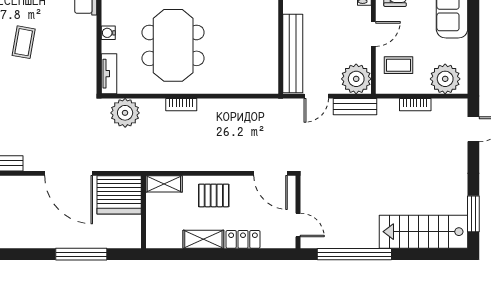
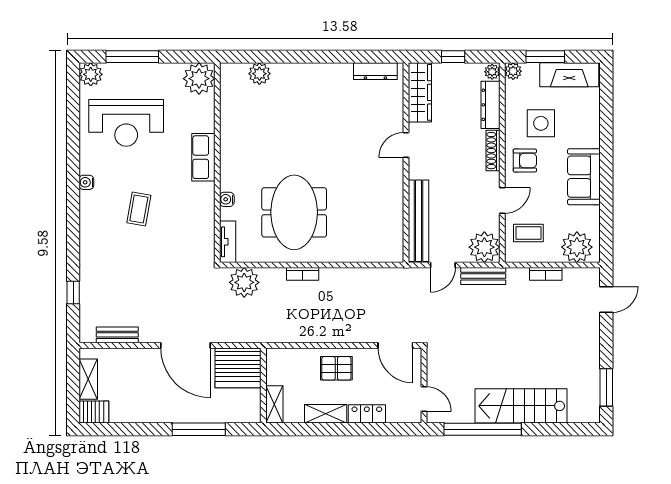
shelving: (164, 184) -> (274, 404), moved, turned 90
stairs: (423, 232) -> (521, 406), moved

